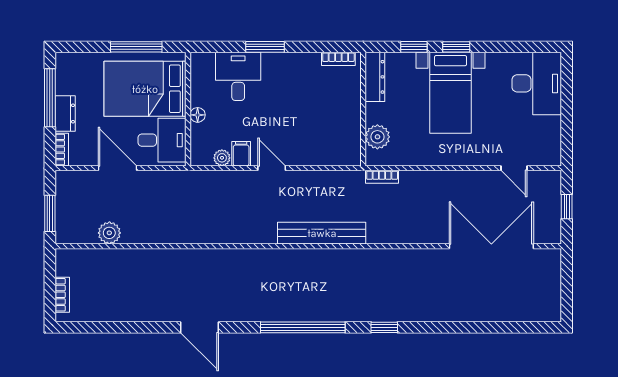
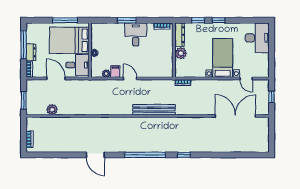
desk: (238, 76) -> (136, 34), moved
bed with nightstands: (451, 93) -> (223, 58), moved, turned 180
plant: (377, 137) -> (181, 53), moved

